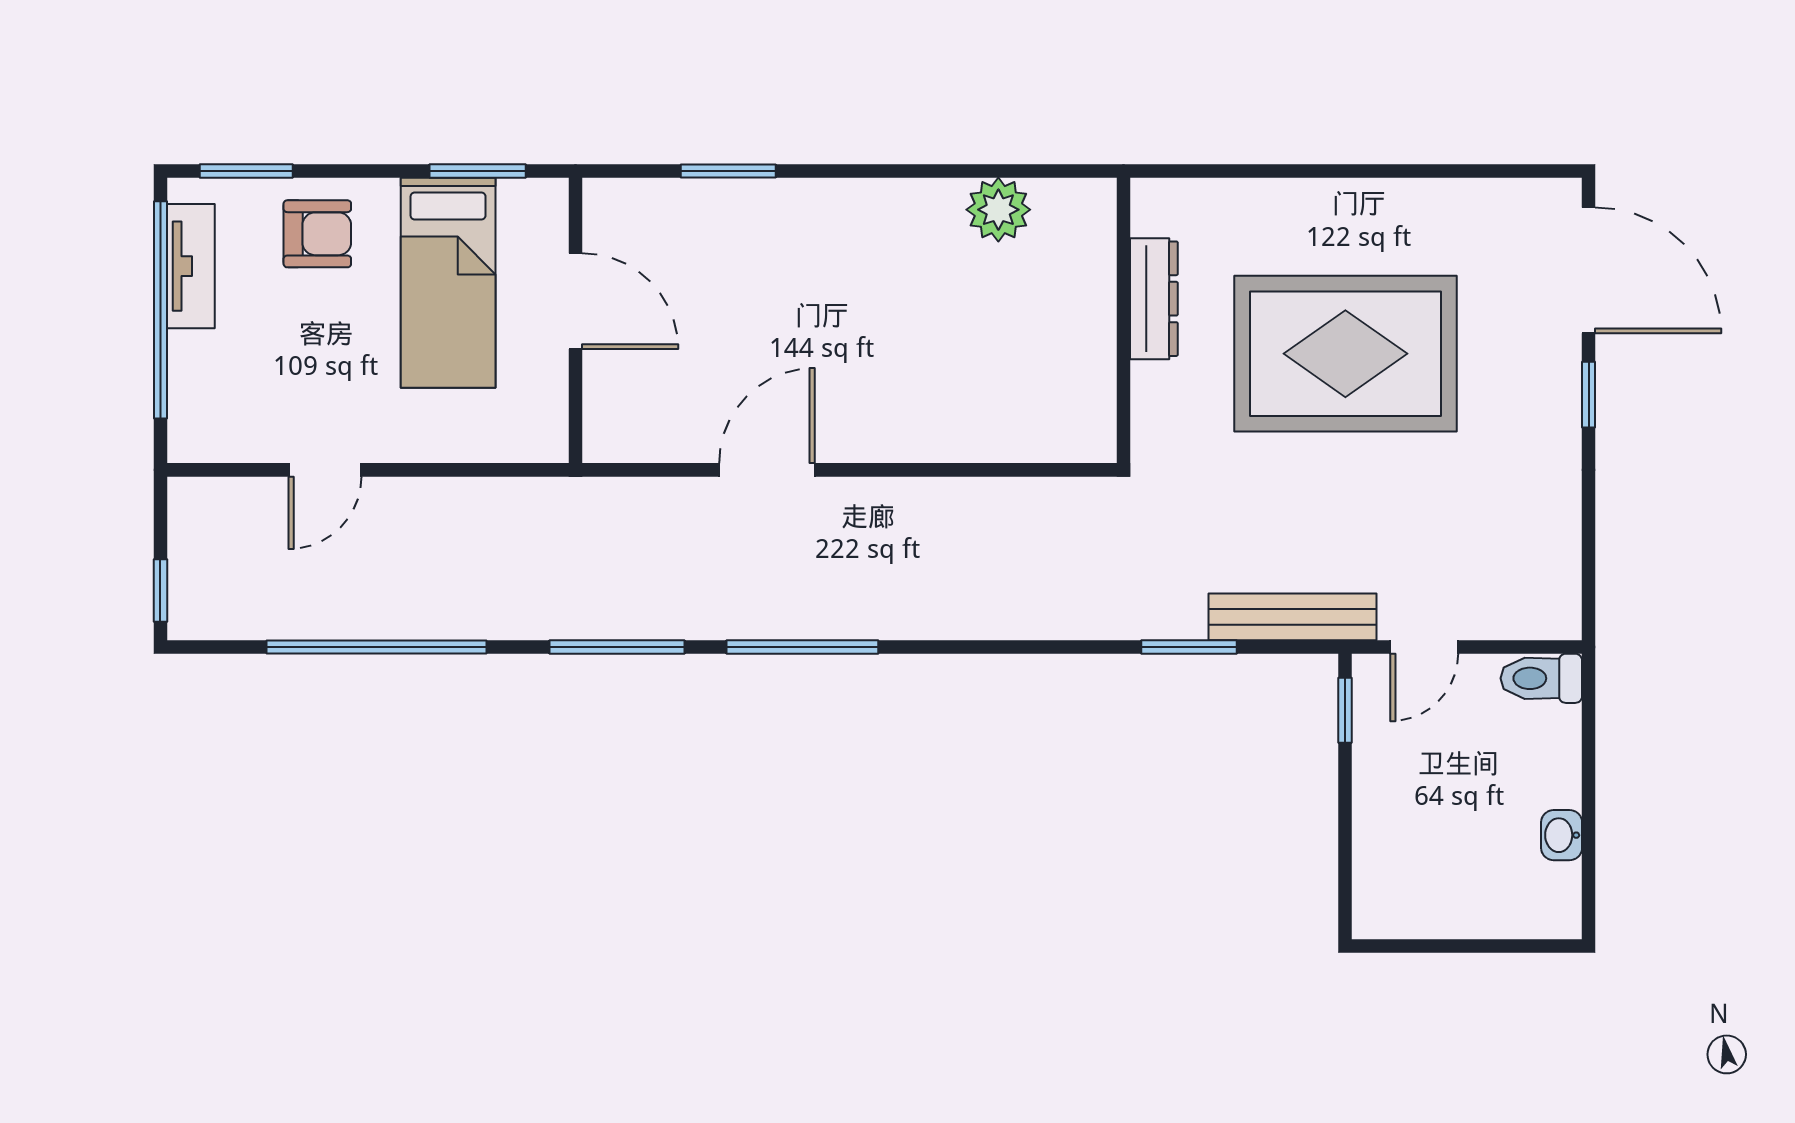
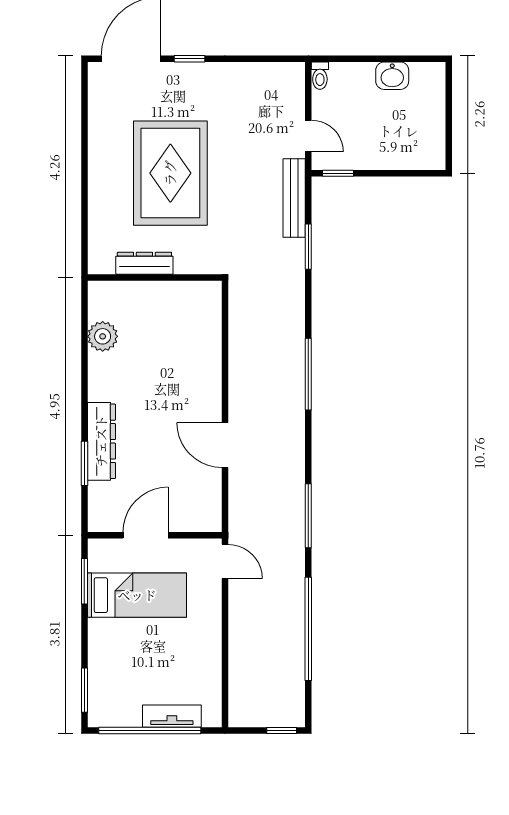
dresser: (775, 207) -> (101, 441), added
armchair: (317, 234) -> (114, 657), removed
tv unit: (191, 266) -> (172, 716), moved
door: (325, 470) -> (225, 562), moved
window: (802, 647) -> (308, 374), moved
toilet: (1541, 678) -> (320, 76), width x0.73, depth x0.72
washbasin: (1562, 835) -> (392, 76), width x1.38, depth x1.45

